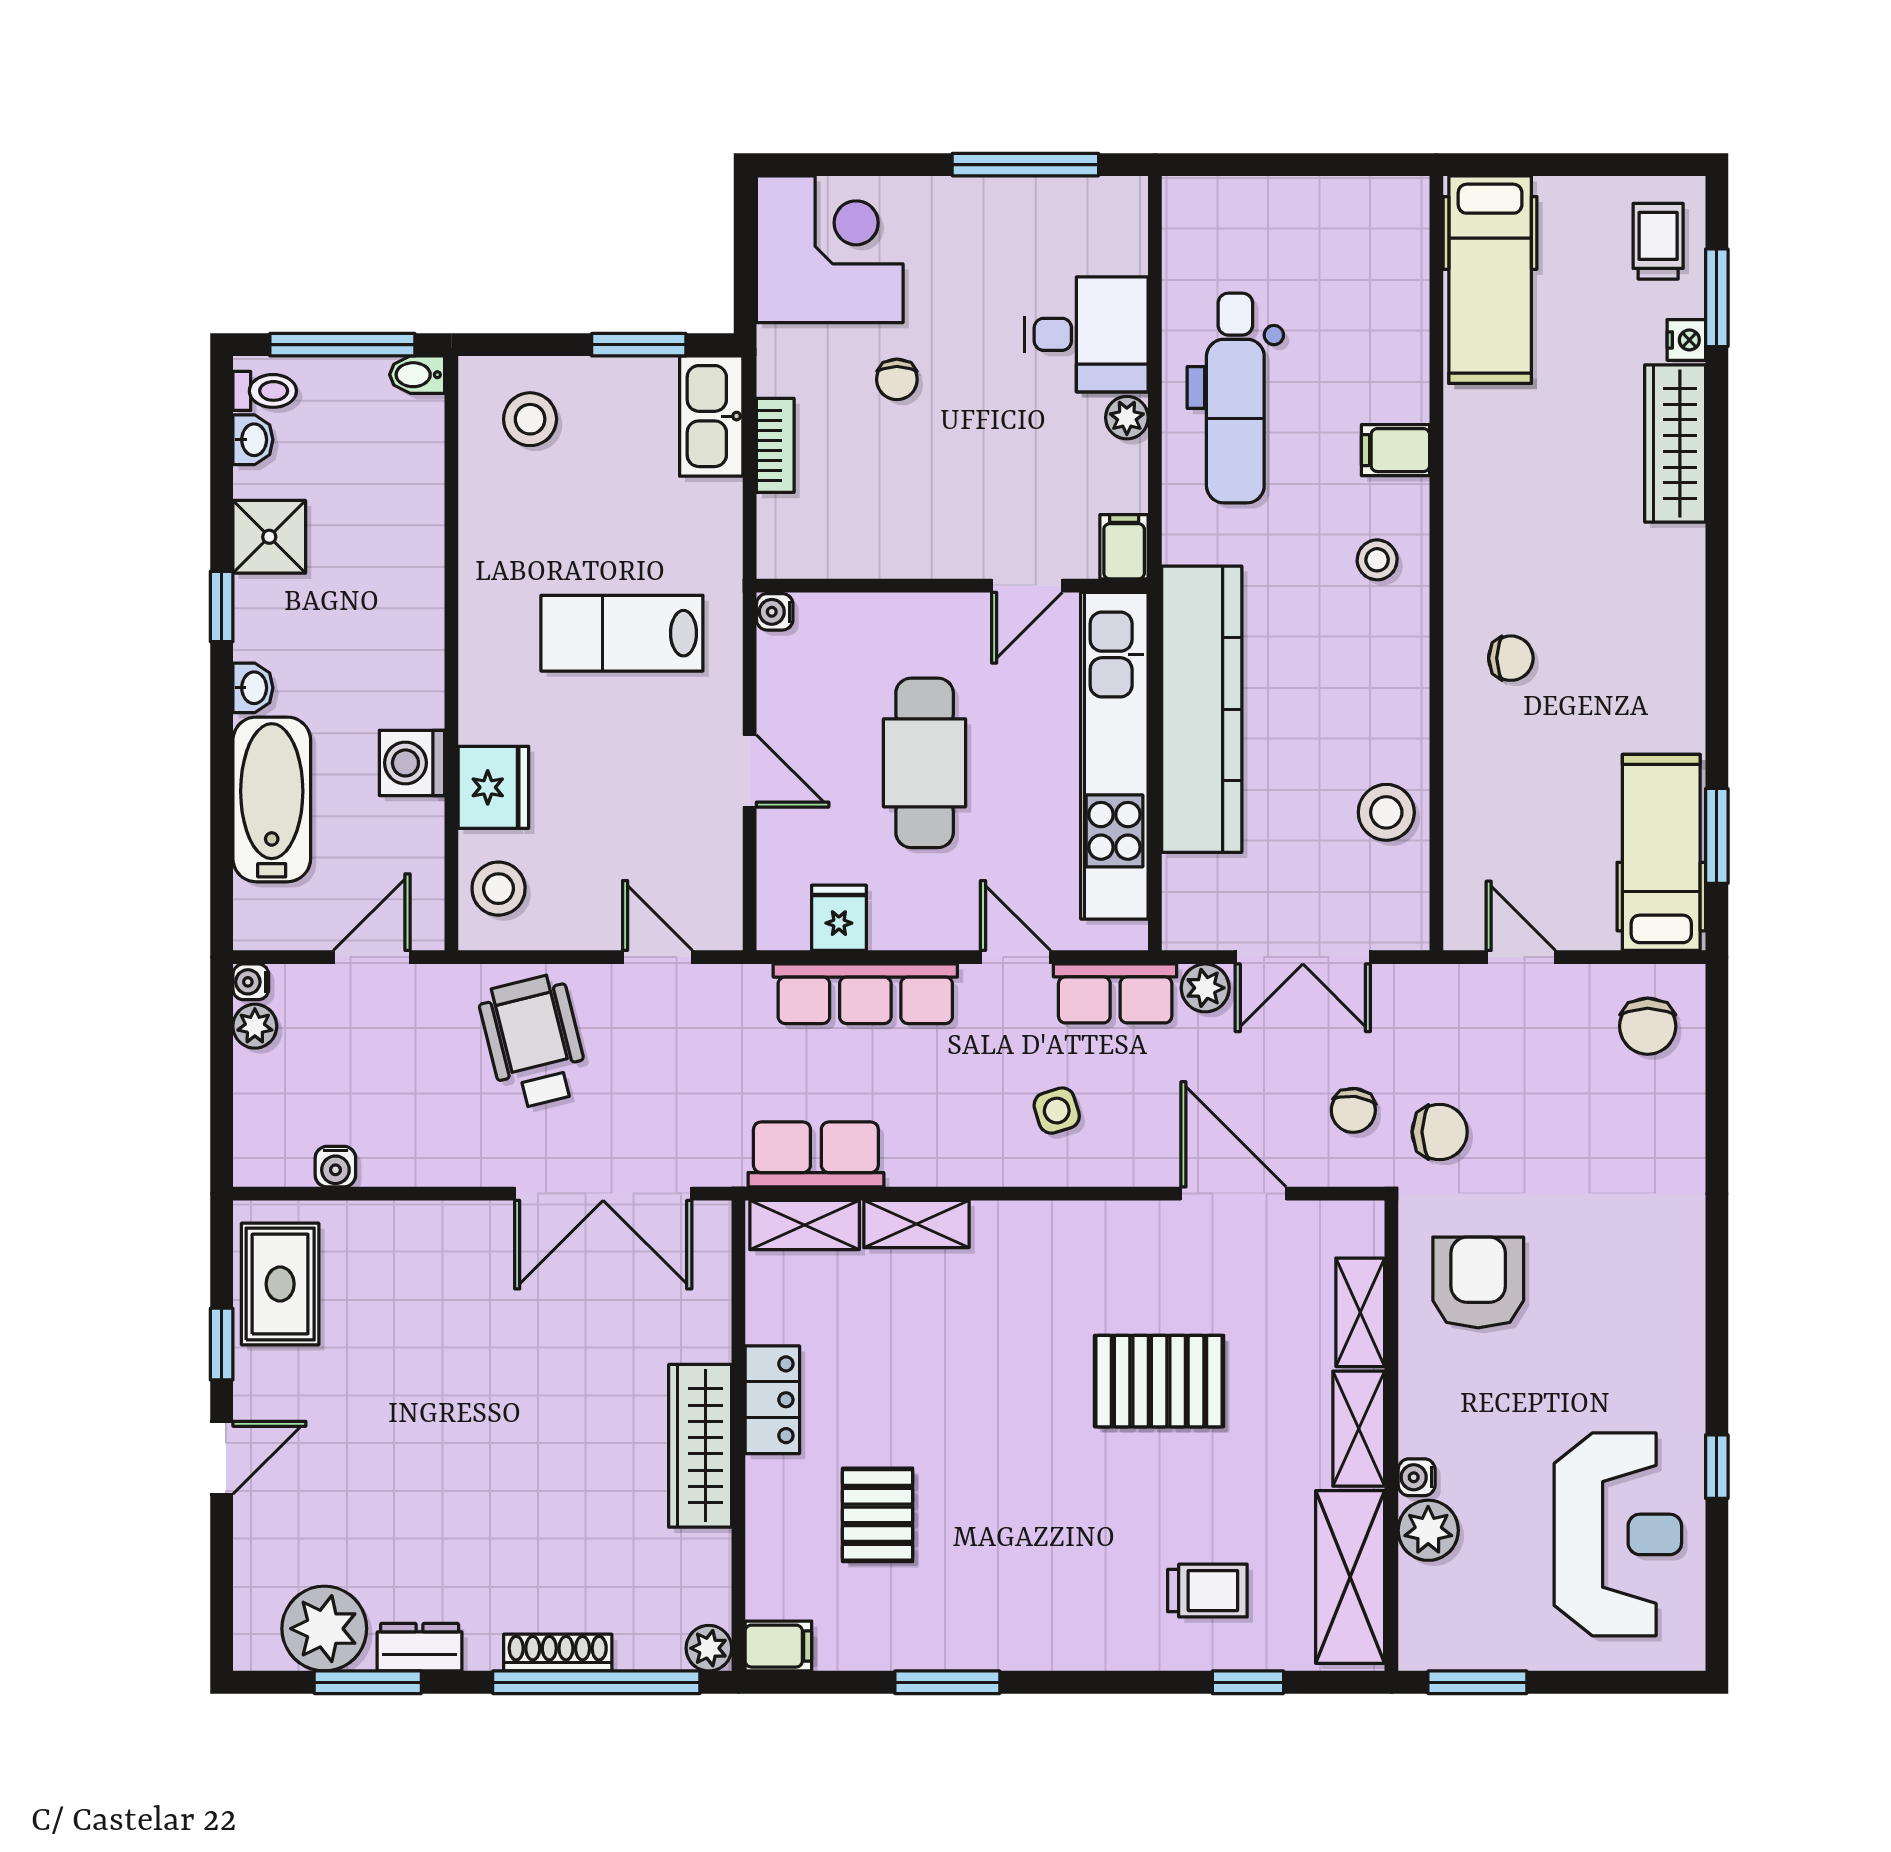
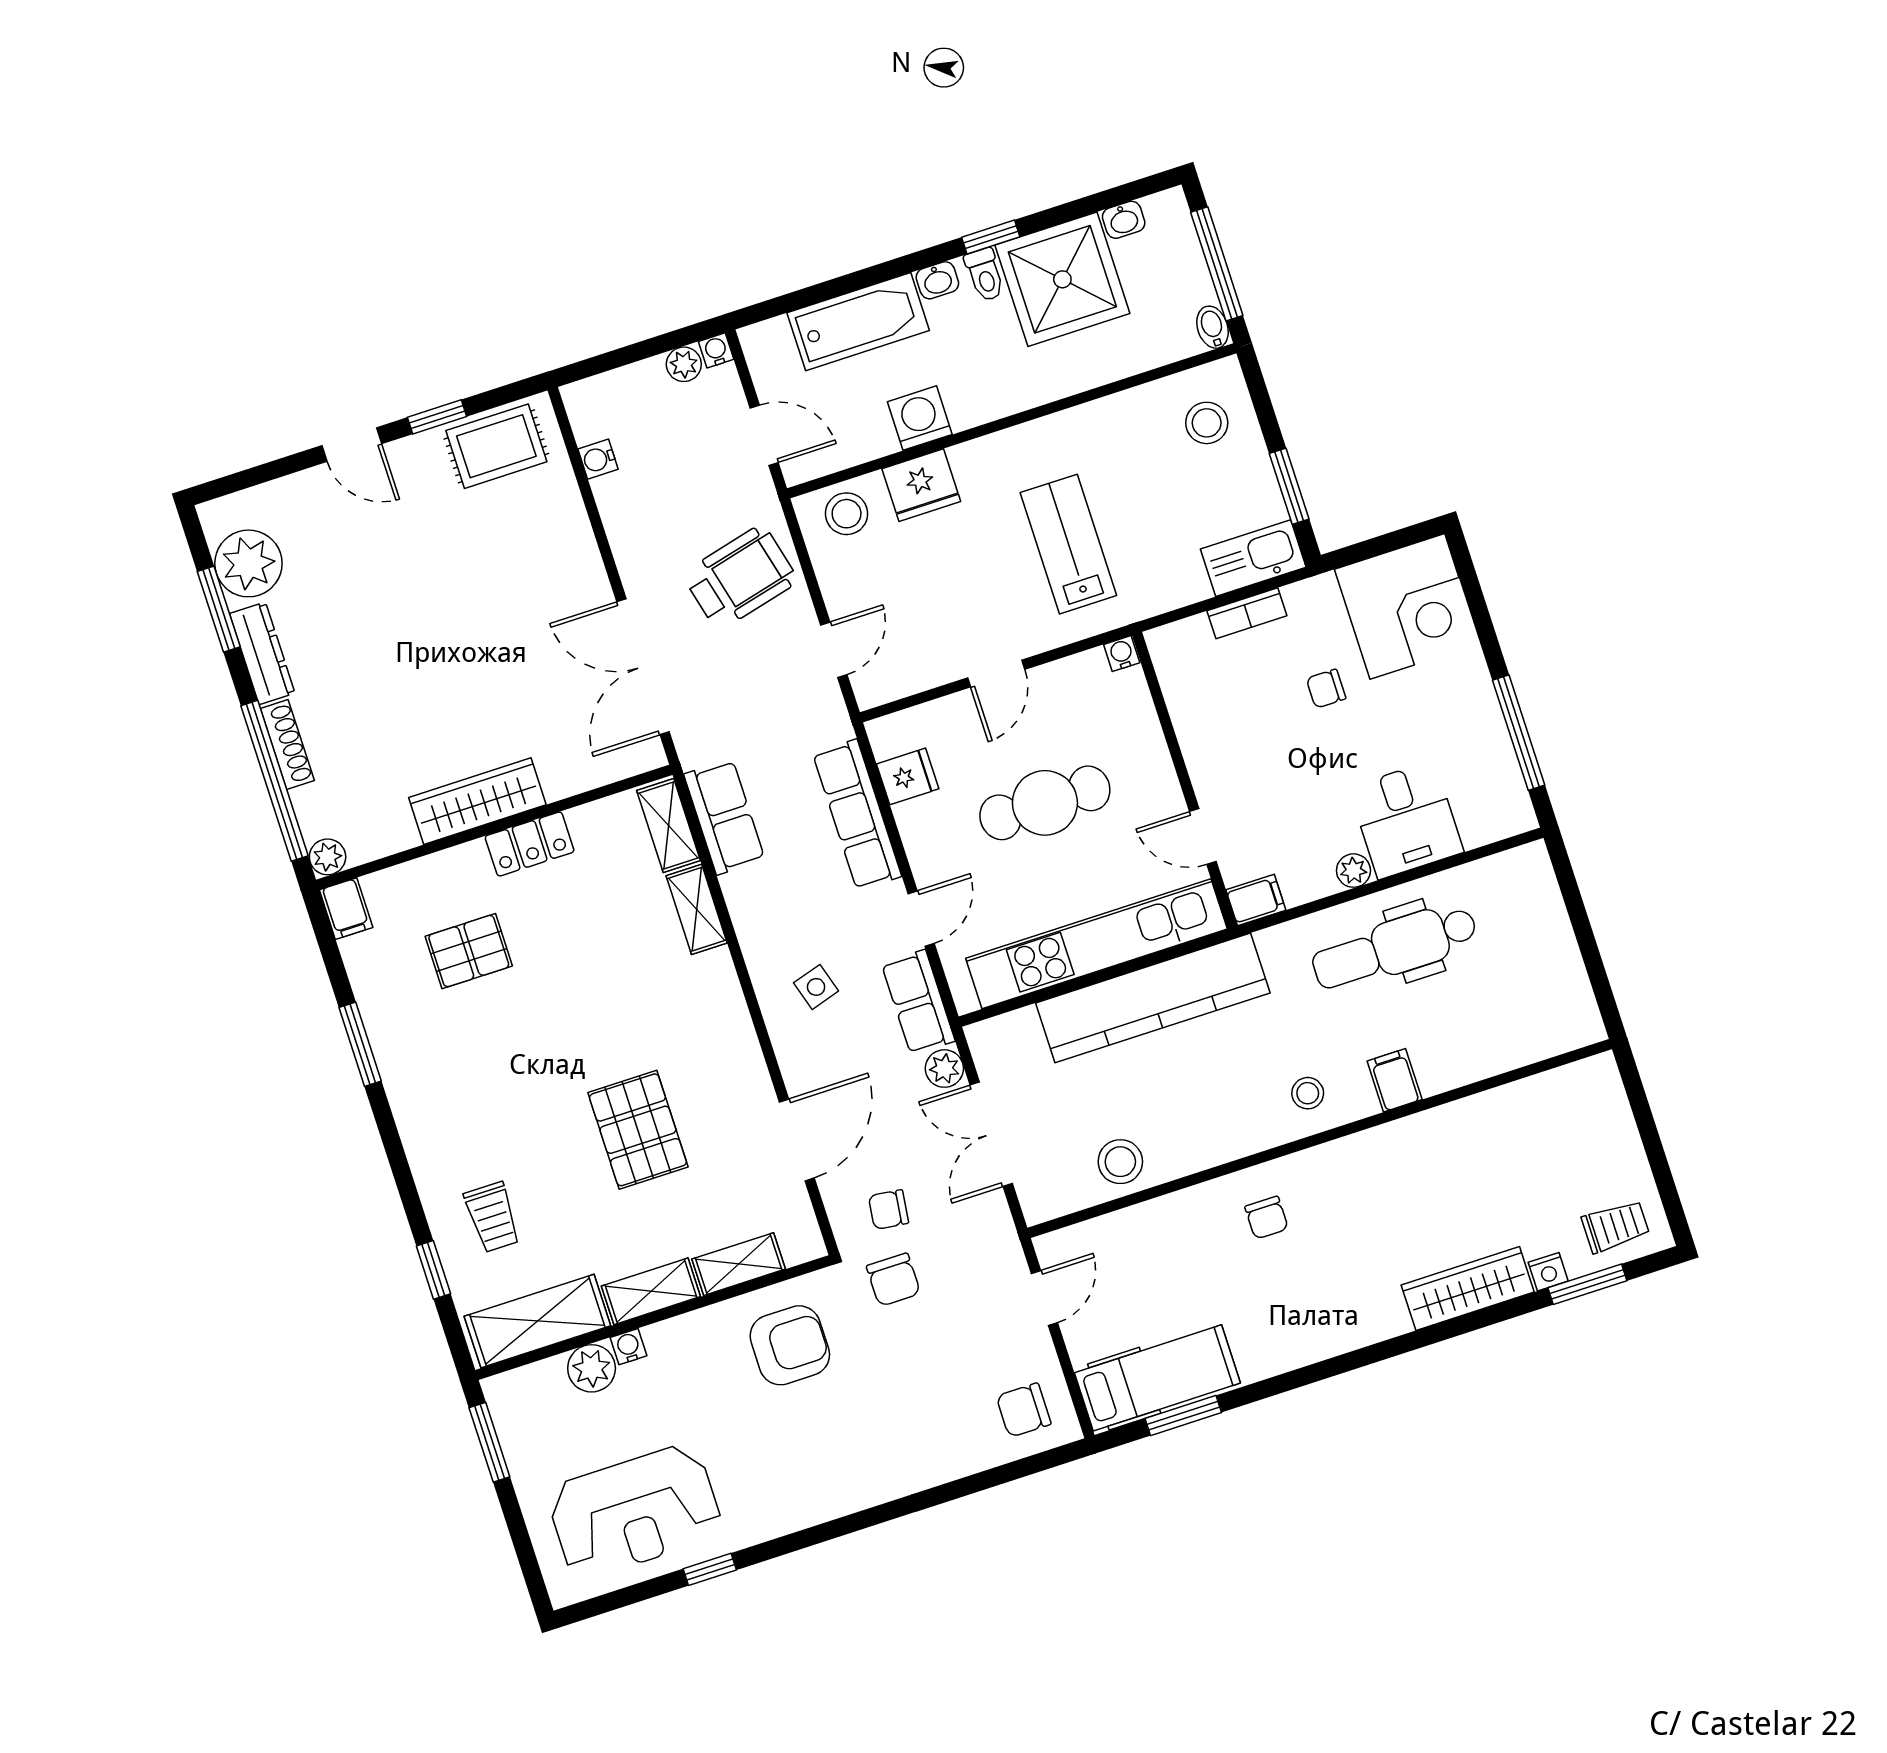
hospital bed: (1490, 280) -> (1546, 1110), removed
toilet: (265, 391) -> (985, 275), moved
shower: (269, 537) -> (1062, 279), width x1.86, depth x1.86
dresser: (420, 1647) -> (262, 653), width x1.44

